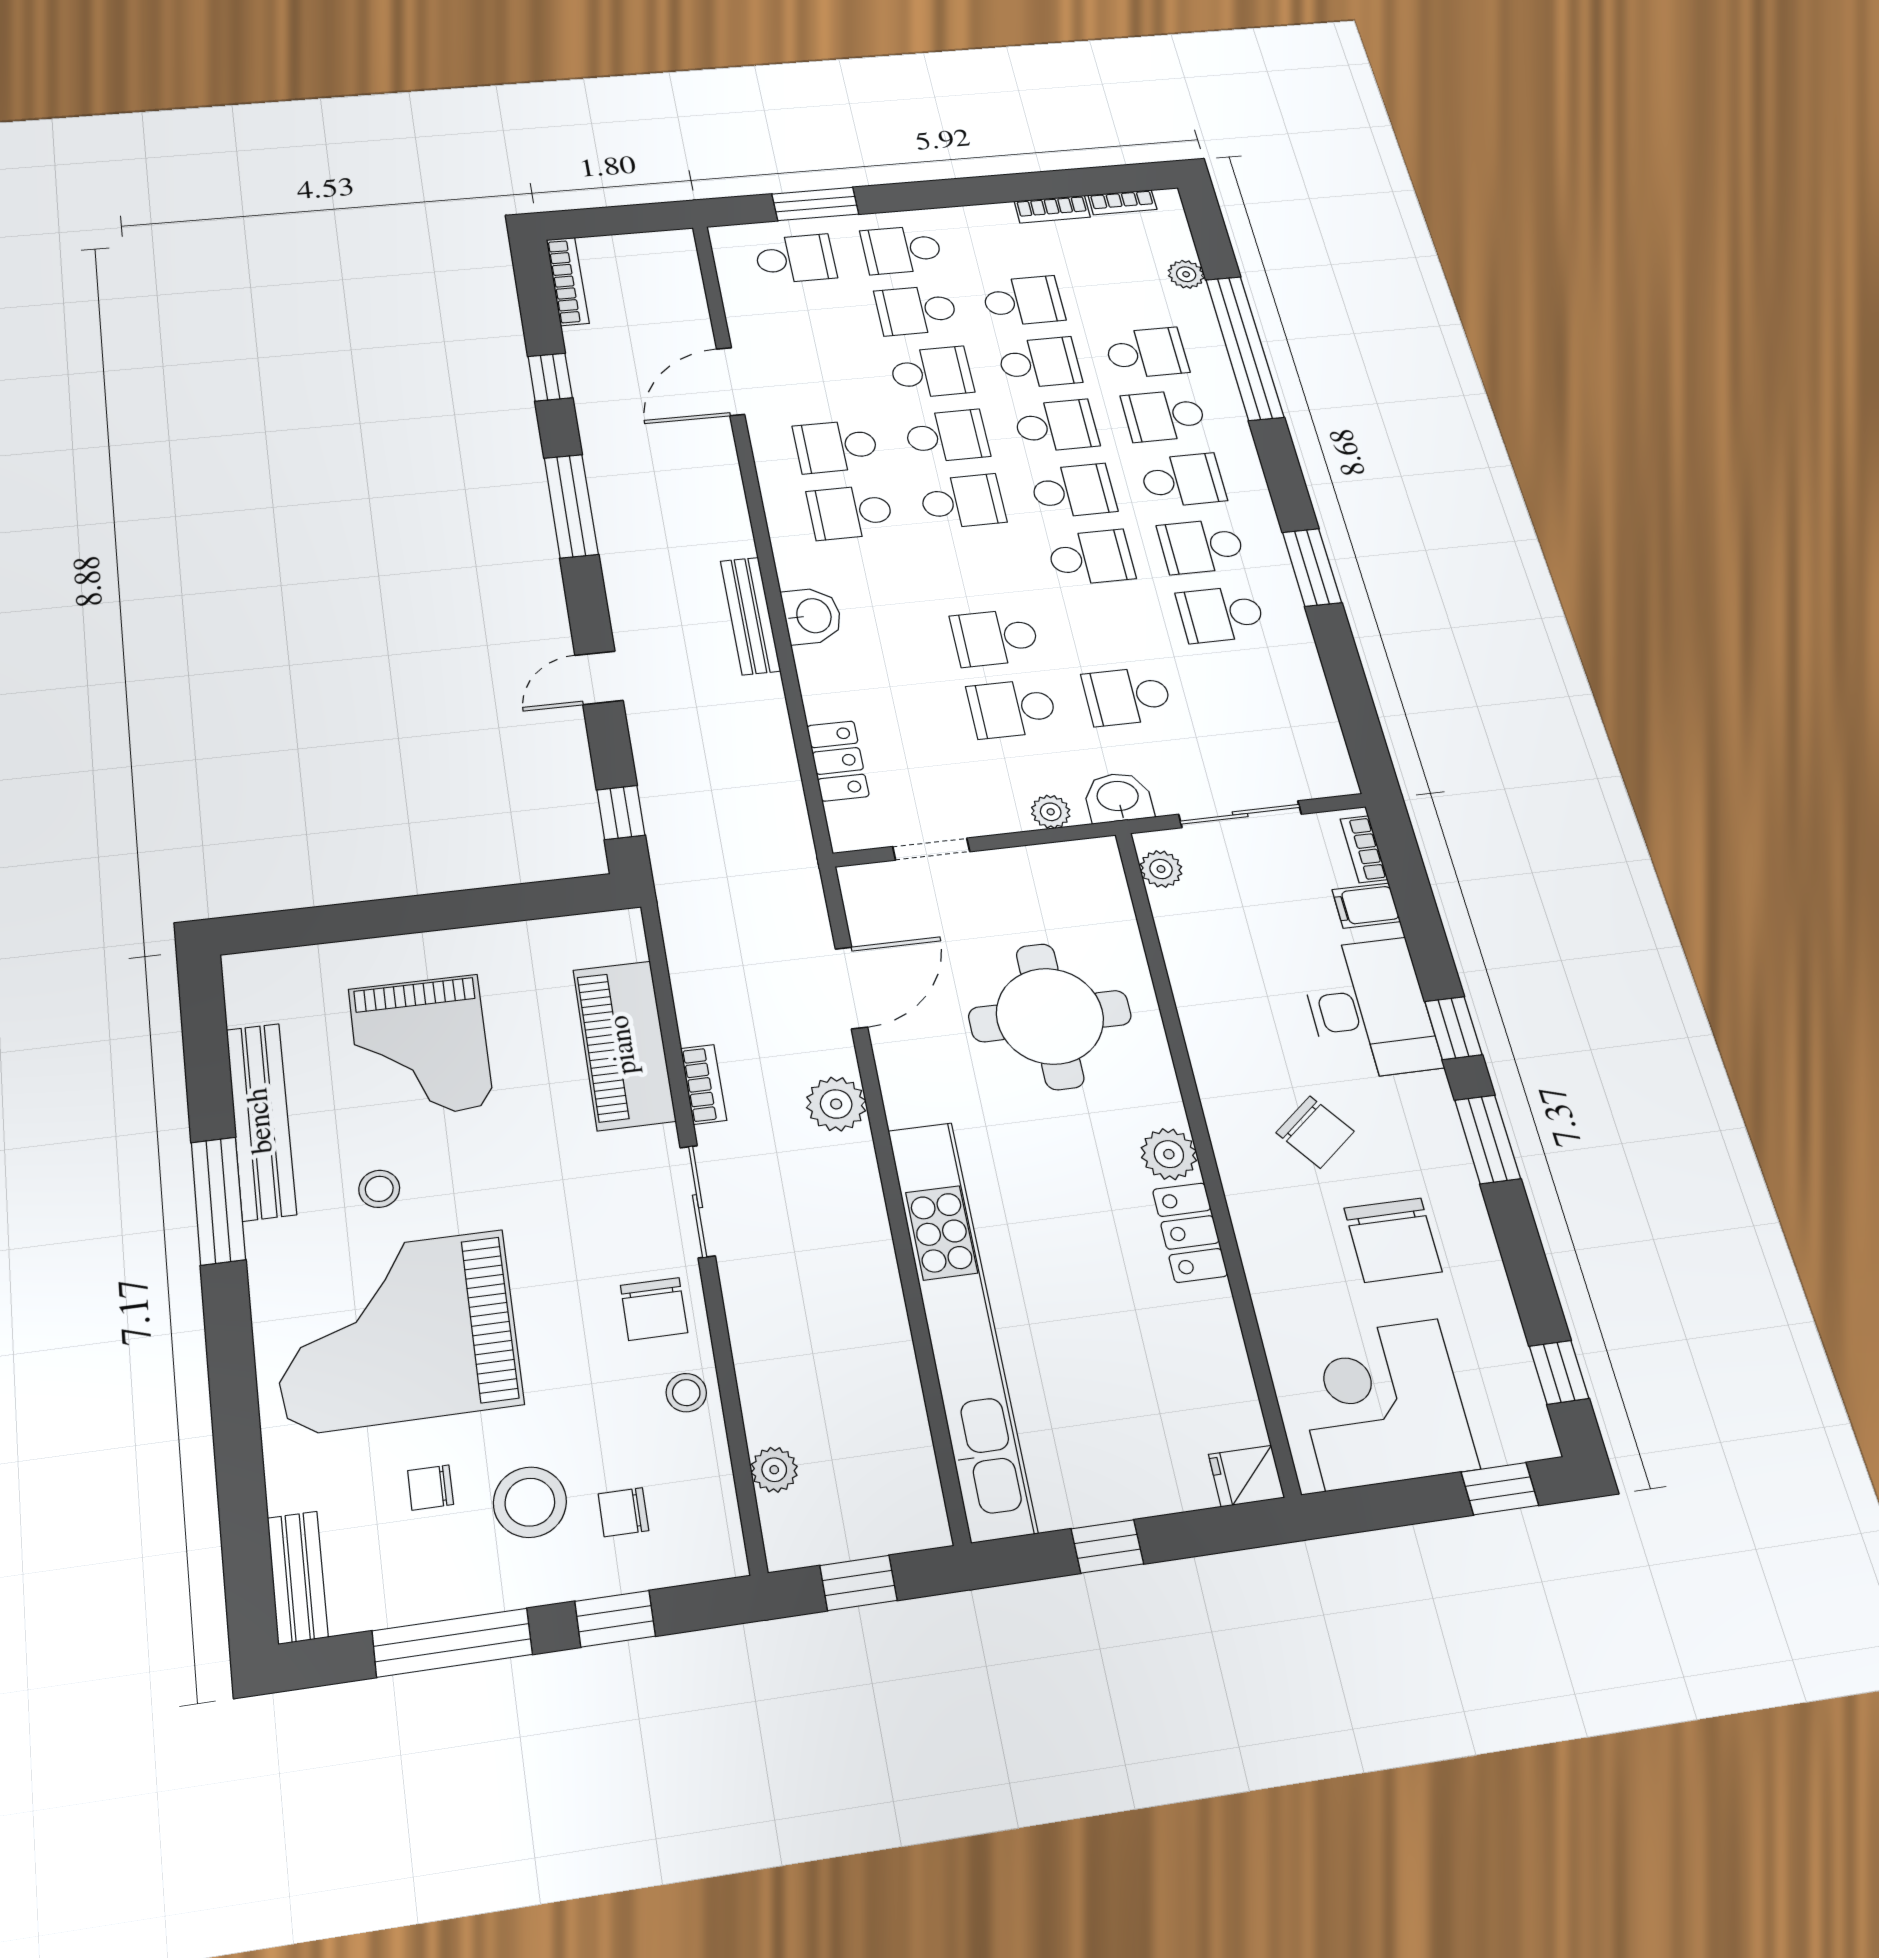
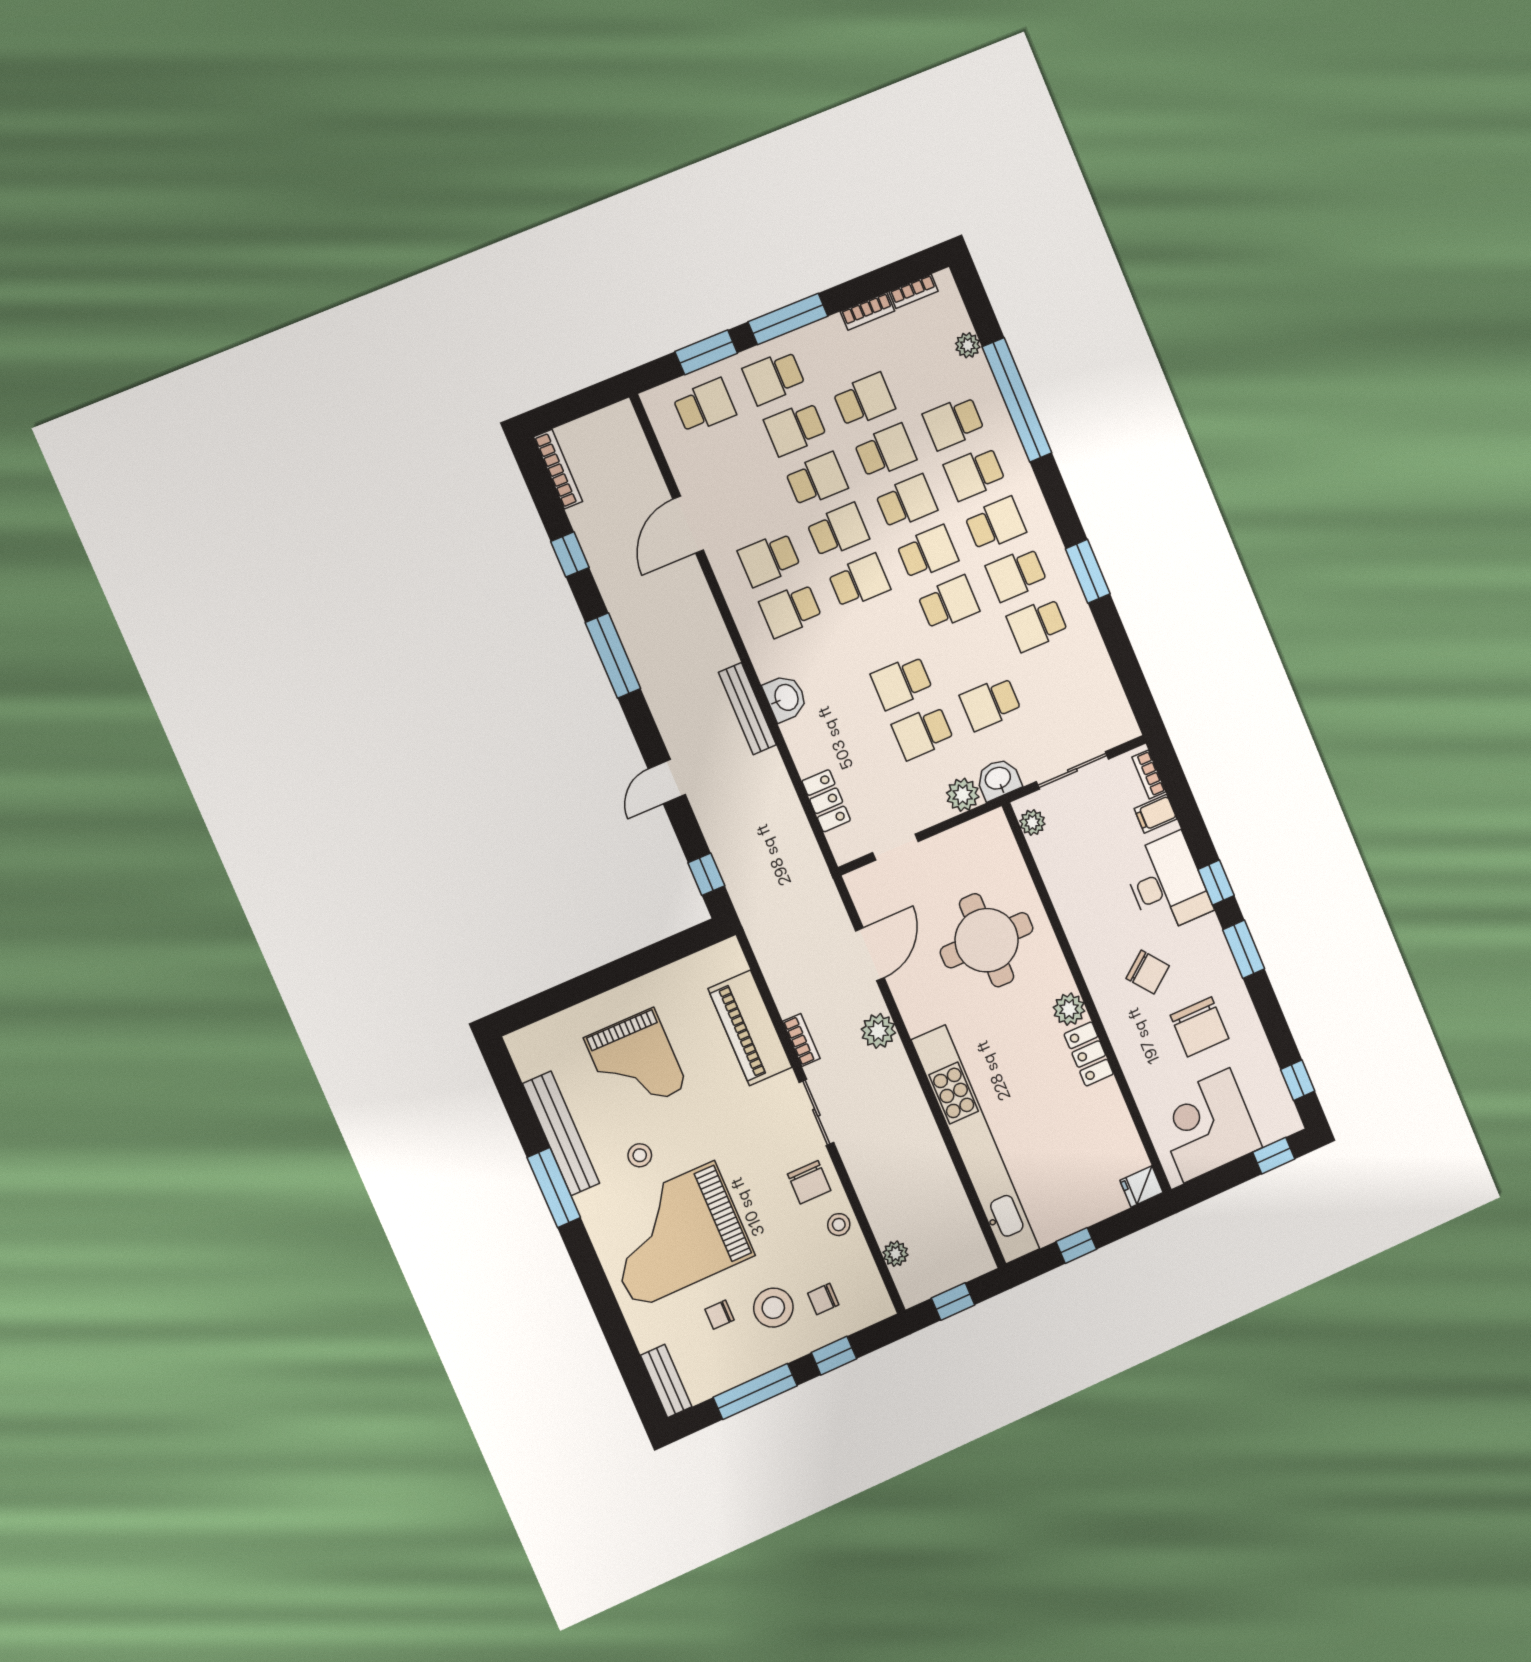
window: (939, 194) -> (788, 319), added
school desk: (1146, 353) -> (953, 423), turned 180
plant: (1051, 812) -> (963, 795), width x1.38, depth x1.38

